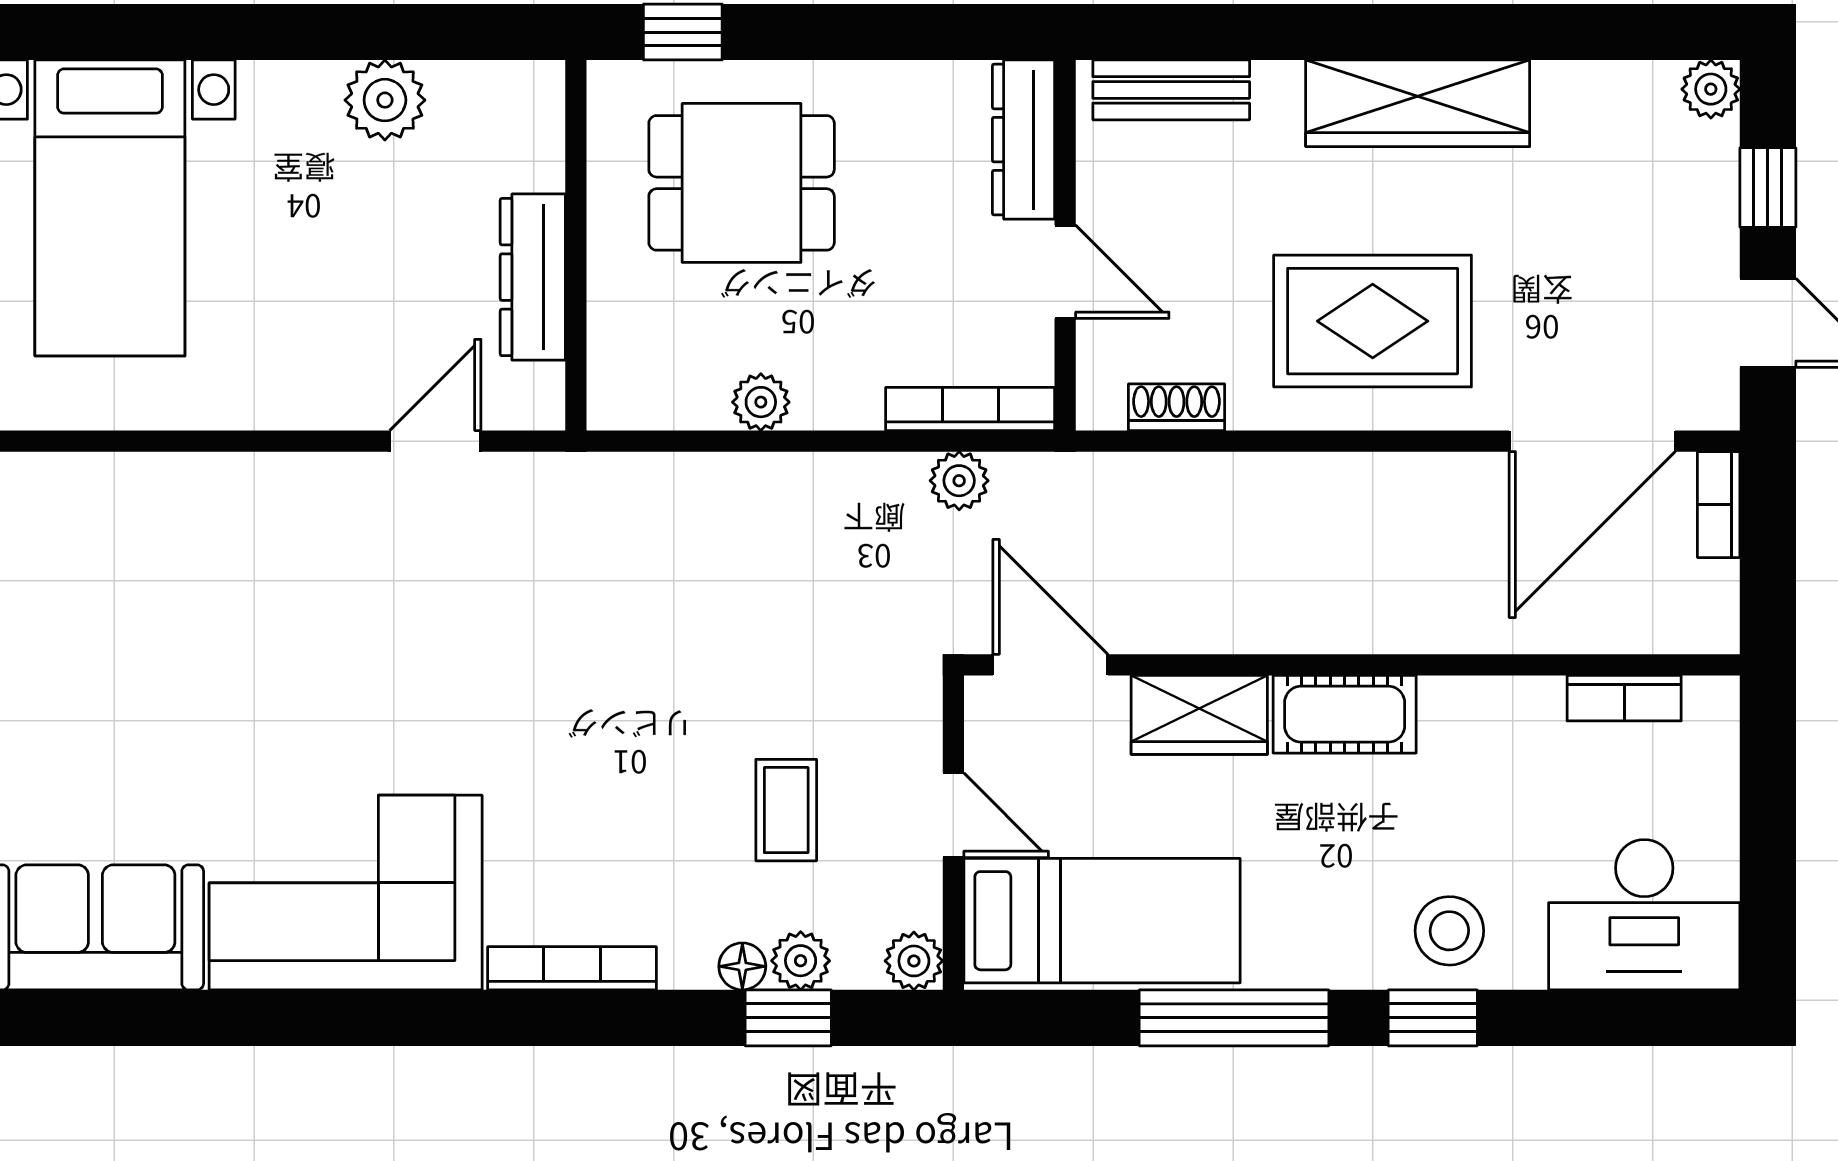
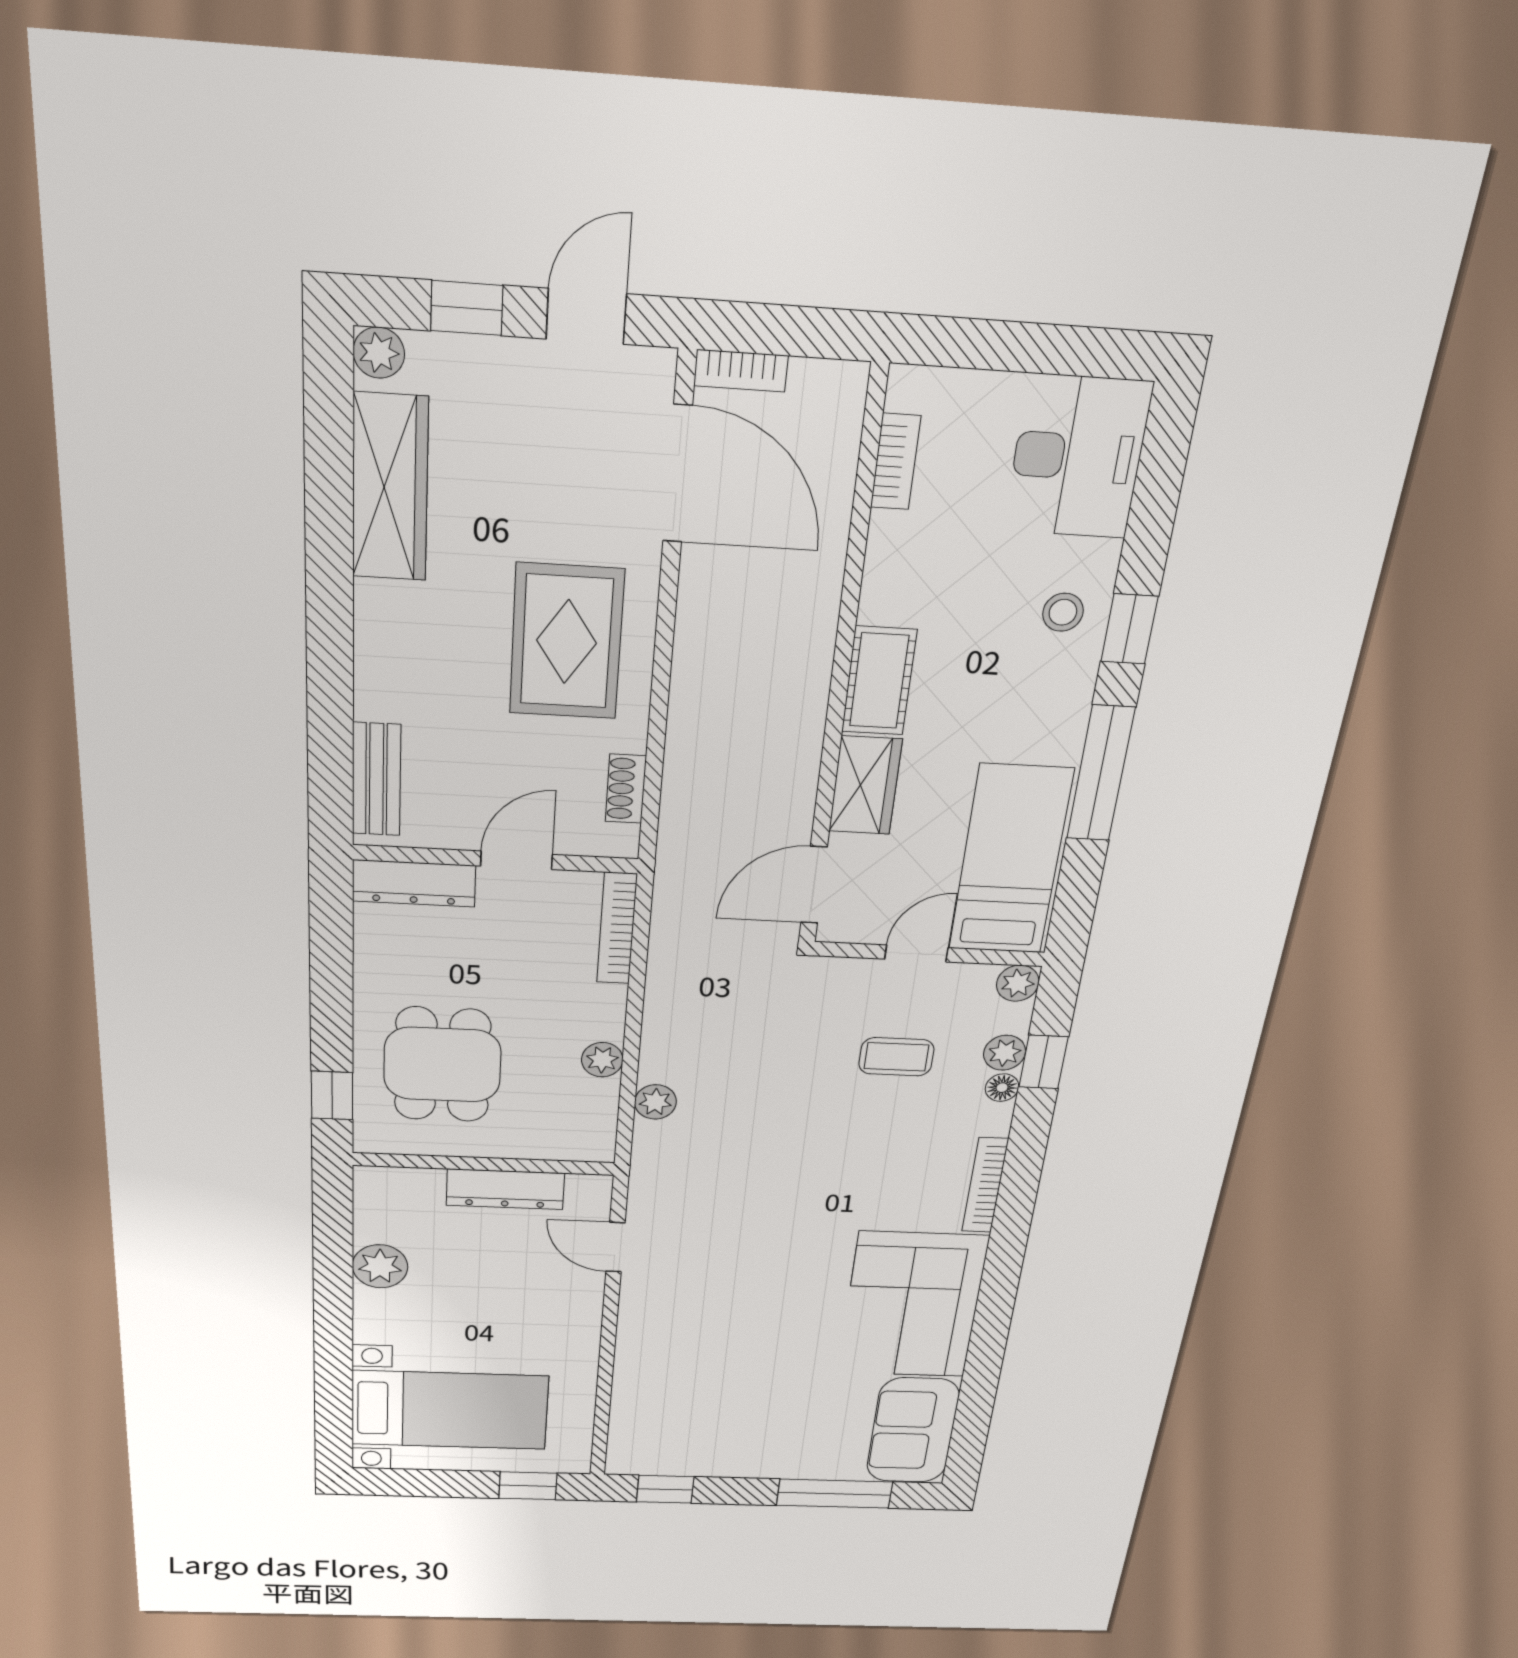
wardrobe: (1418, 103) -> (390, 488), moved
plant: (959, 481) -> (655, 1102), moved
stool: (1449, 931) -> (1063, 612), width x0.73, depth x0.73

